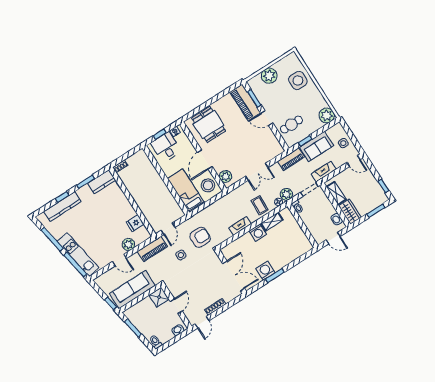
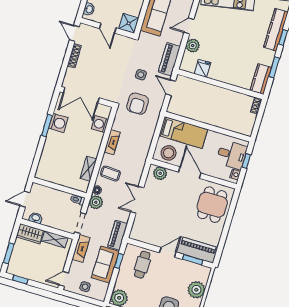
dining table: (208, 124) -> (212, 205), turned 90
washing machine: (258, 233) -> (100, 124), moved

